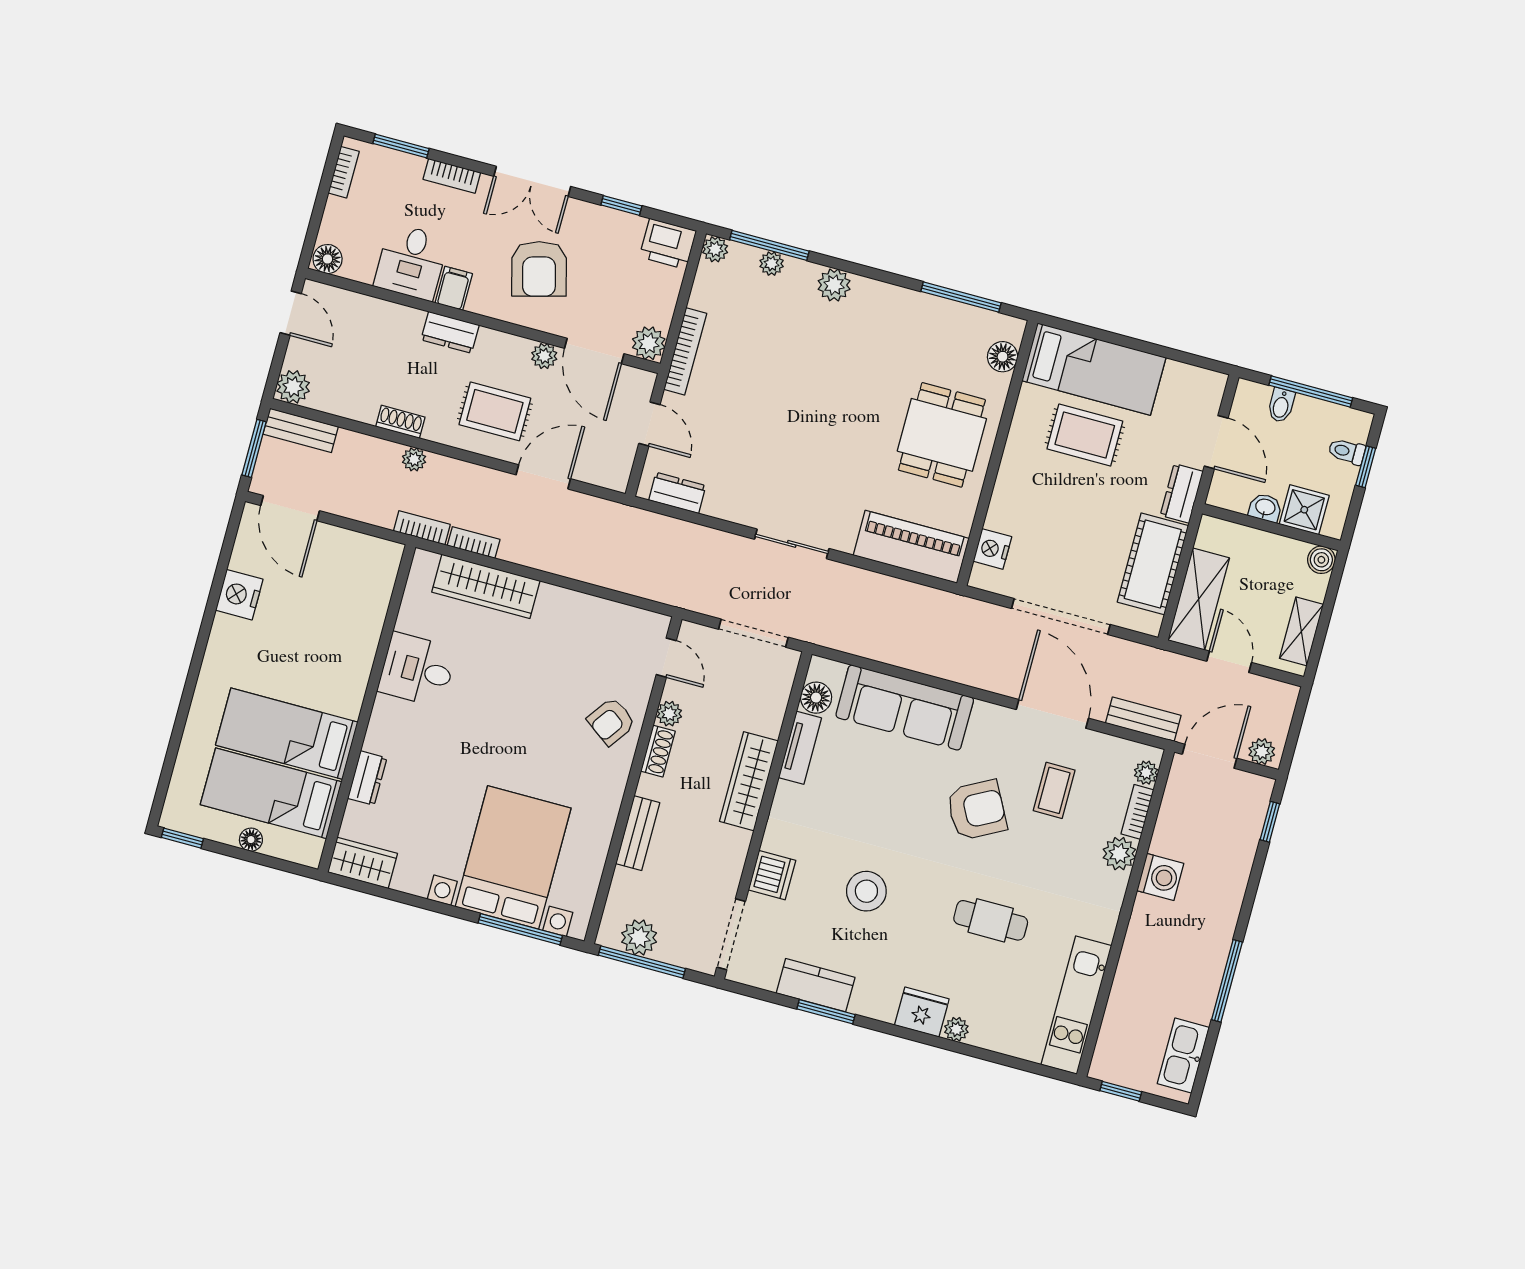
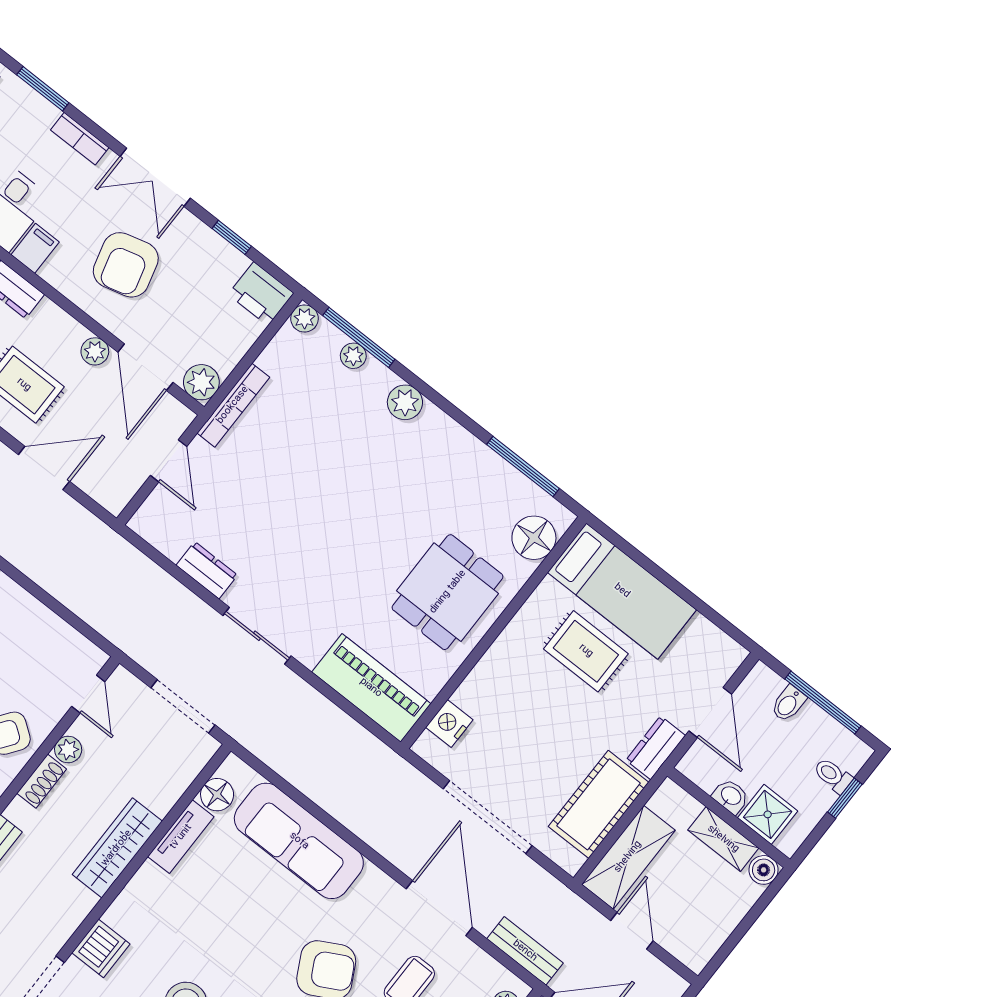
floor lamp: (1003, 357) -> (534, 538), width x1.38, depth x1.38
dresser: (677, 493) -> (207, 570), moved
shelving: (1301, 631) -> (723, 839), moved, turned 90

